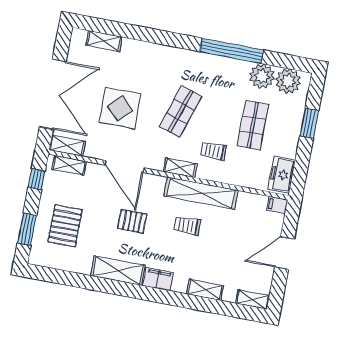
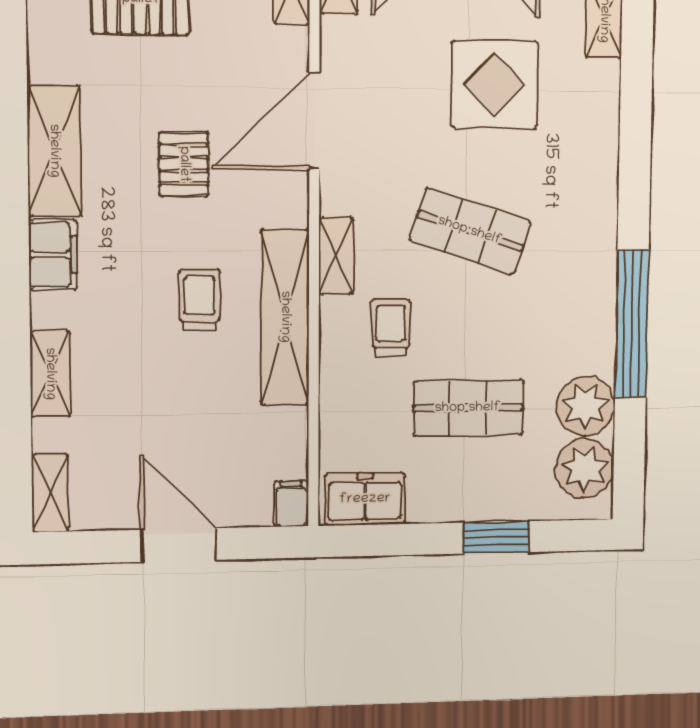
display table: (120, 108) -> (495, 84), moved

